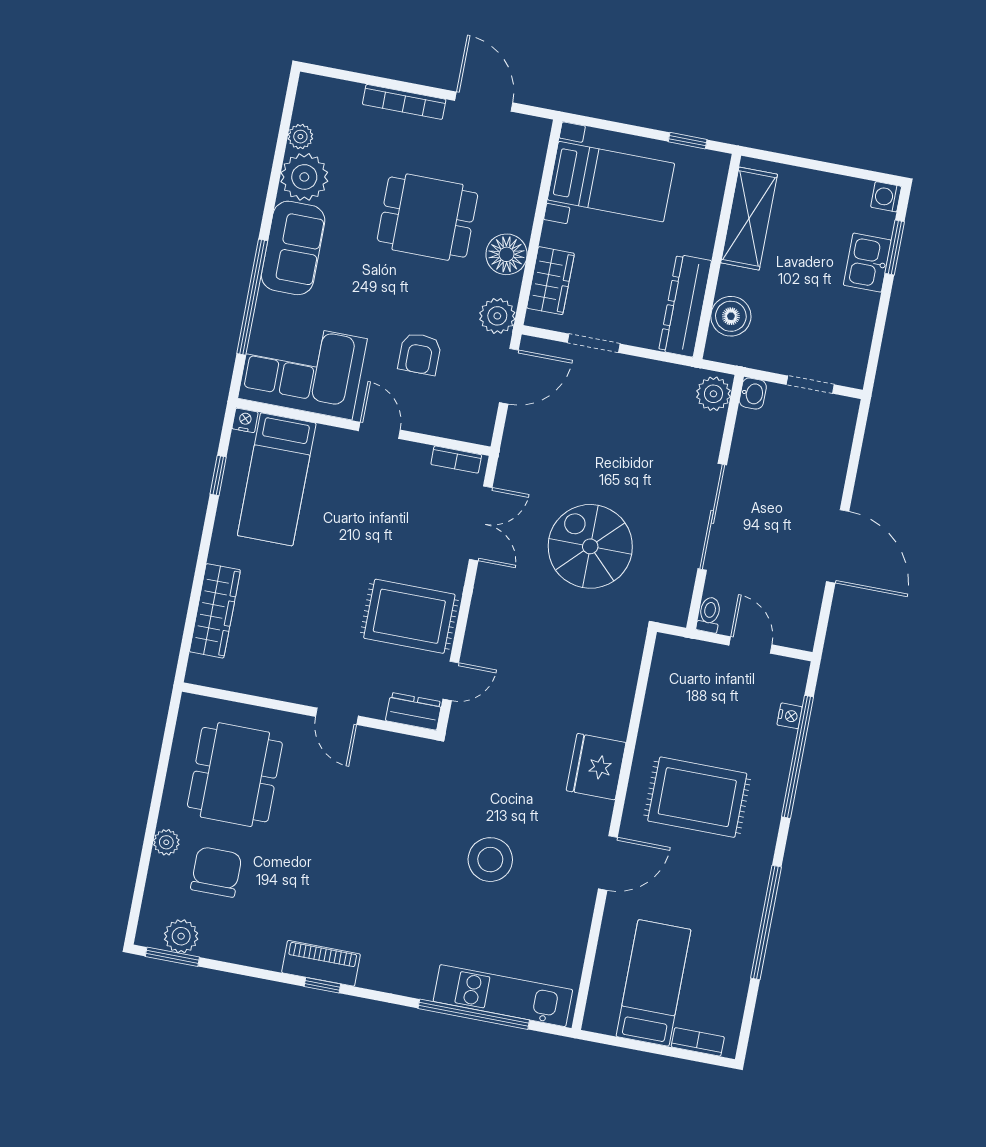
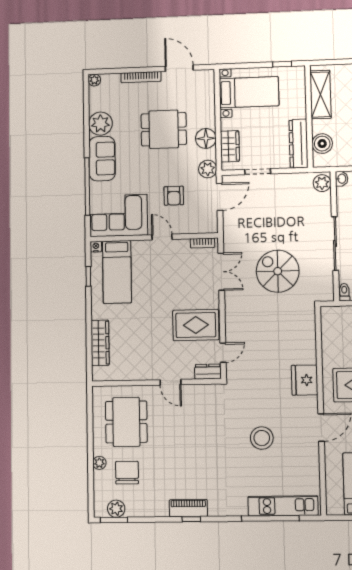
plant: (300, 137) -> (94, 80), moved

